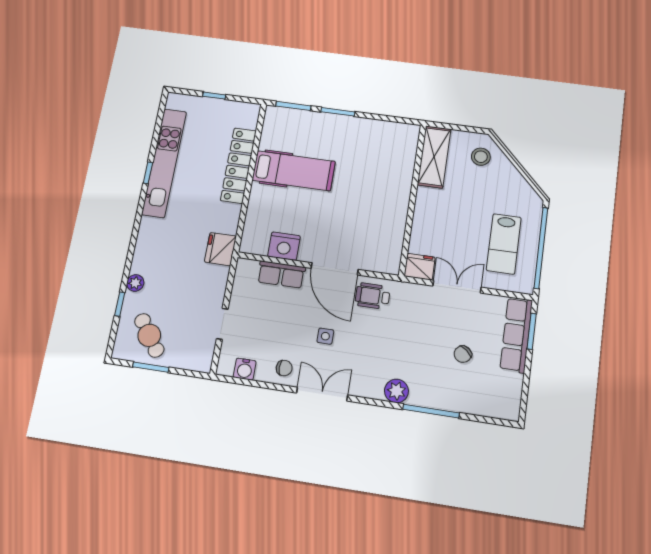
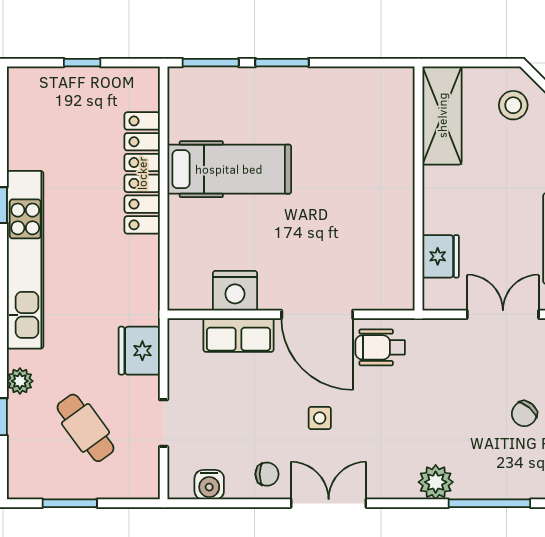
kitchen unit: (164, 163) -> (25, 260), moved
fridge: (220, 249) -> (139, 351), moved
fridge: (420, 267) -> (441, 256), moved, turned 90
cafe table: (149, 335) -> (86, 428), moved

